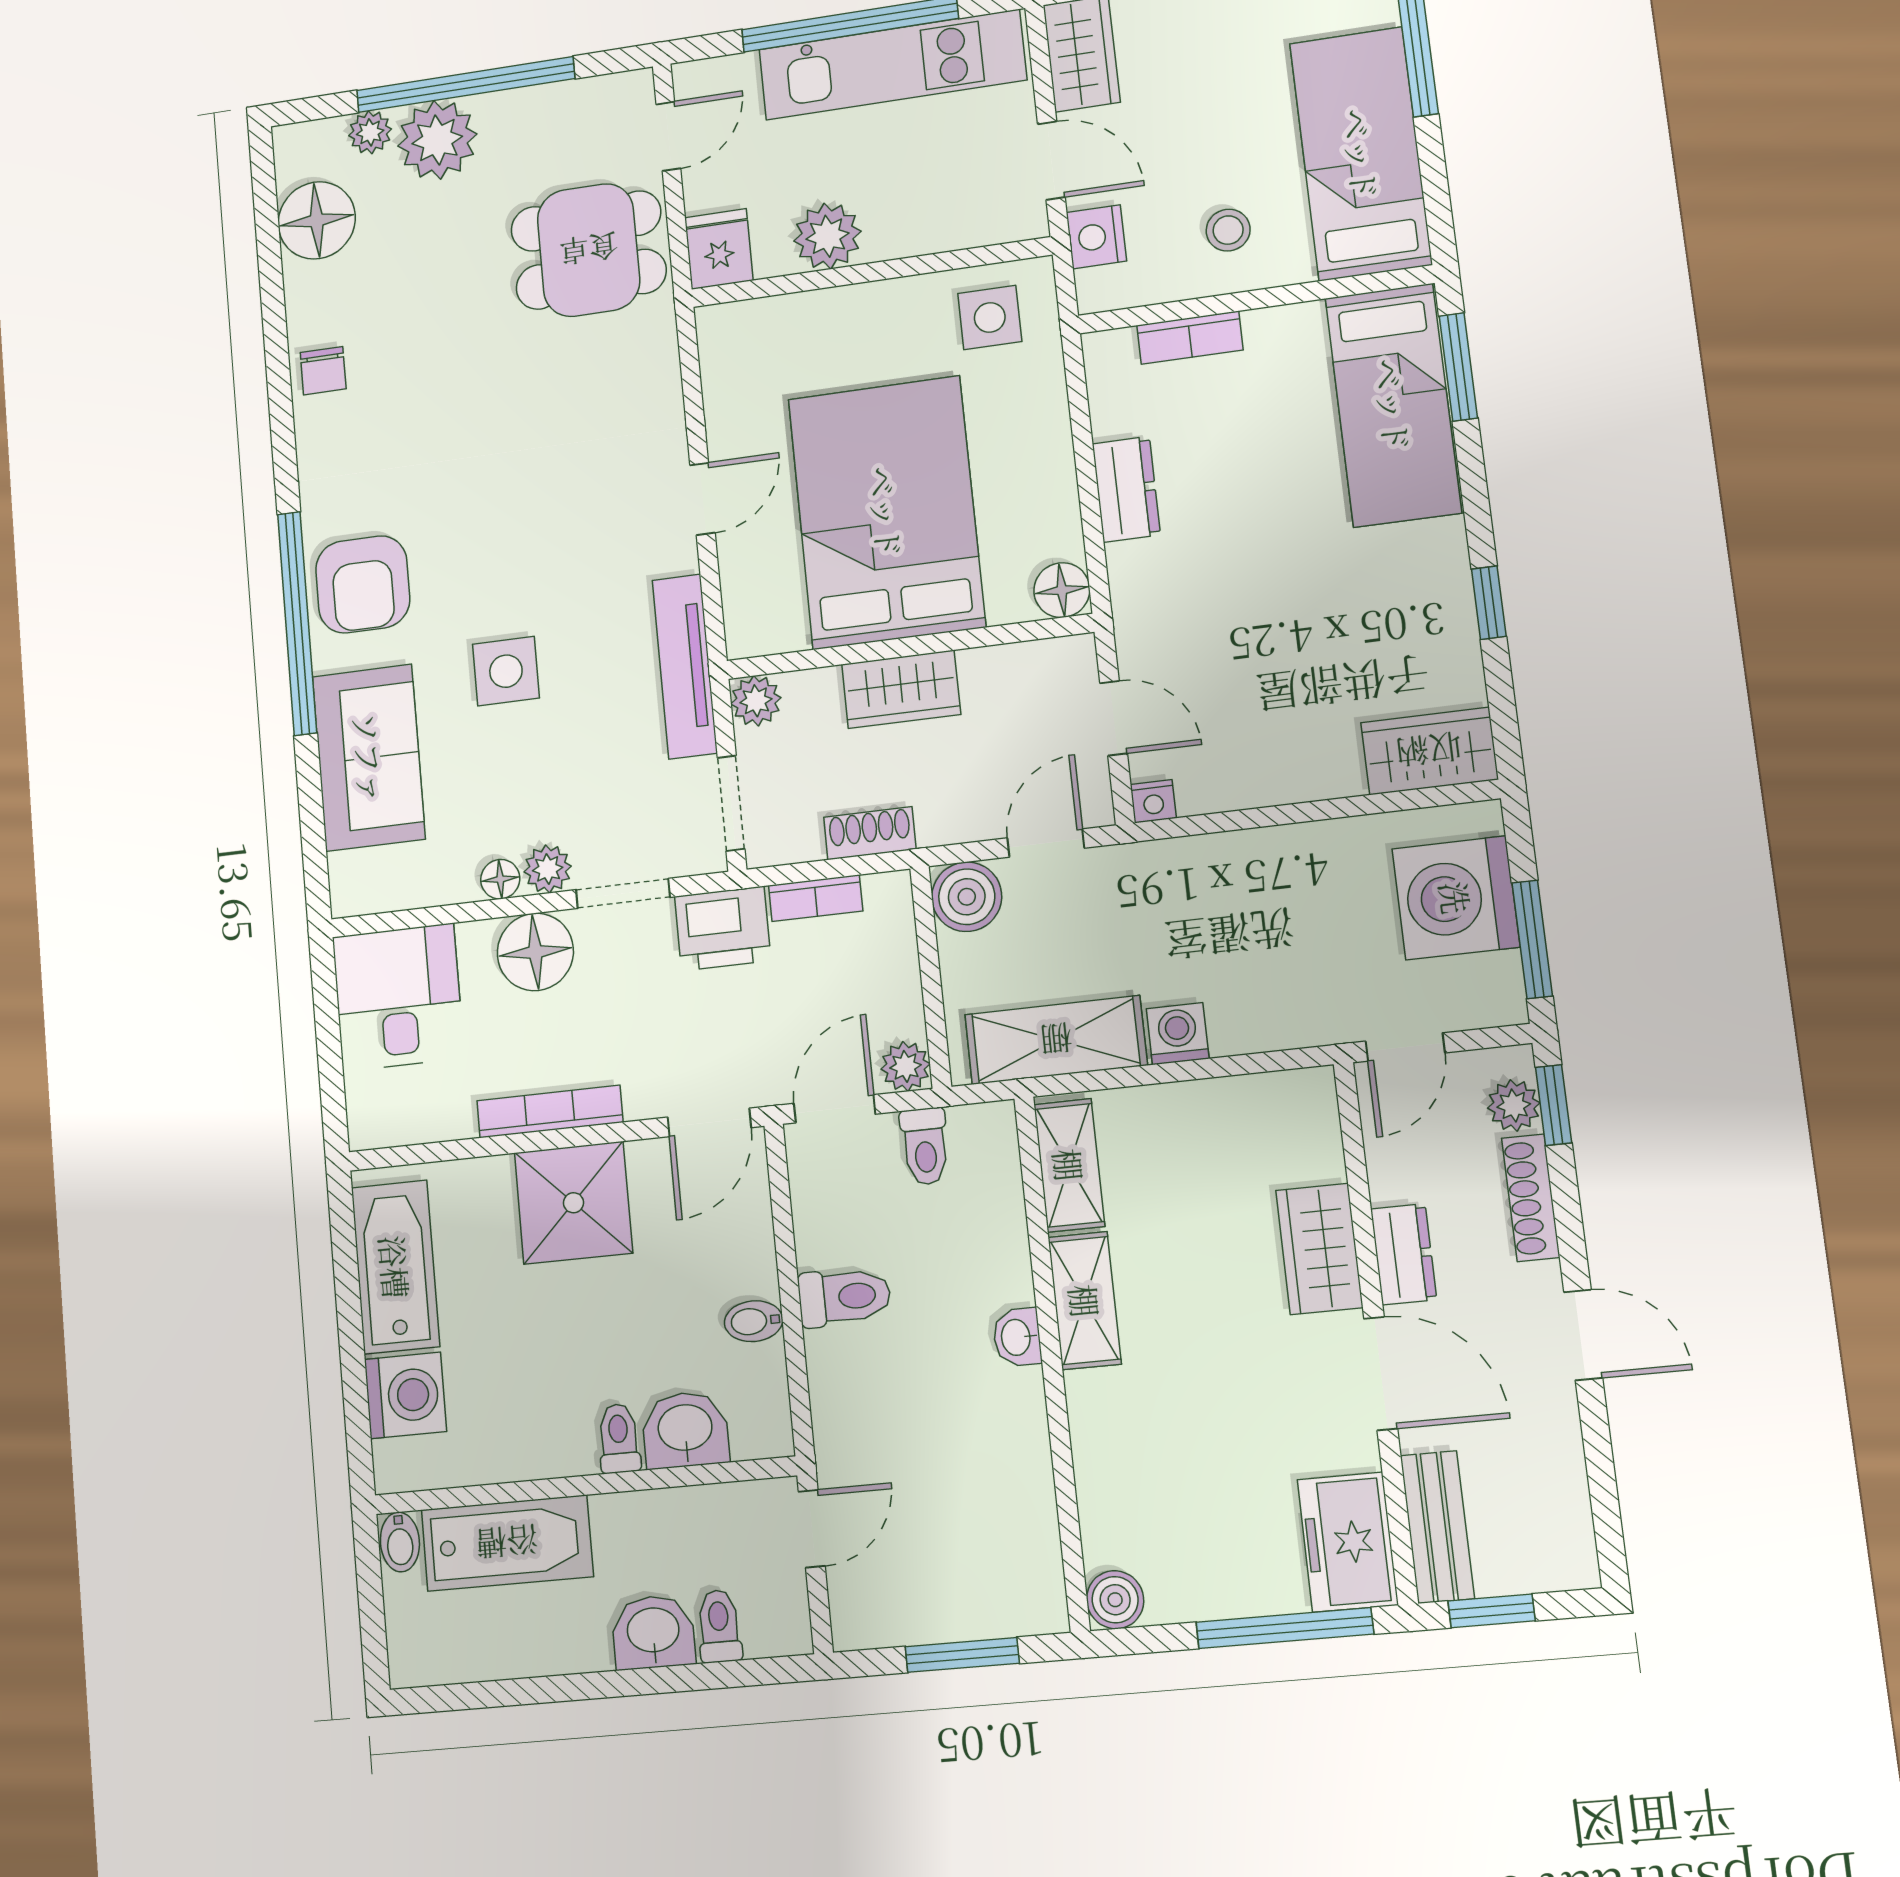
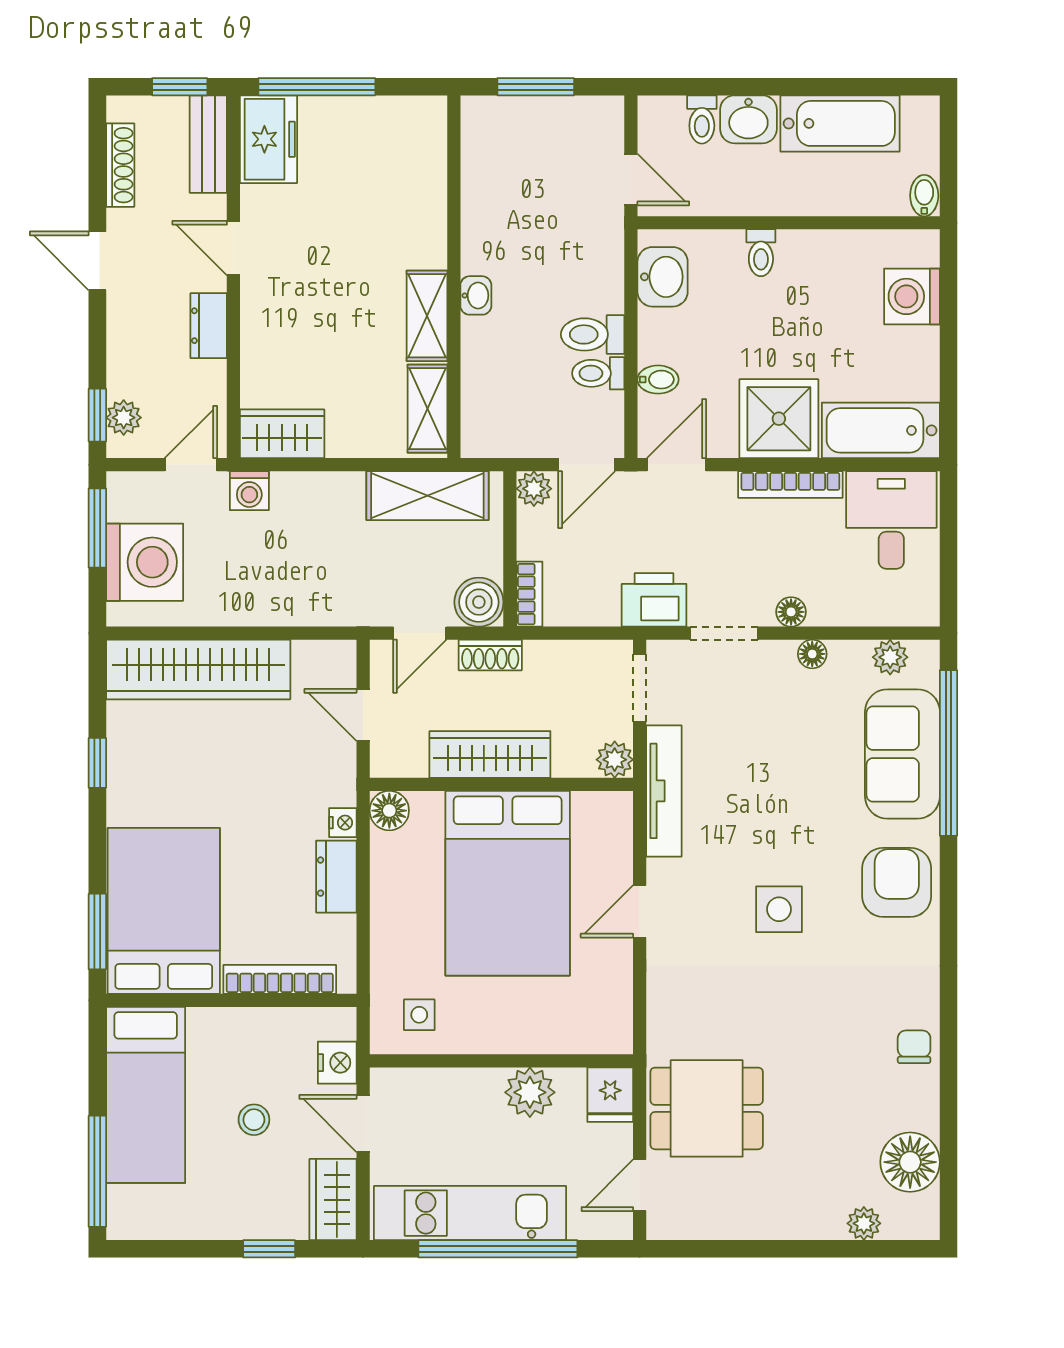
window: (465, 85) -> (788, 1249), removed
plant: (437, 140) -> (813, 1210), removed
stool: (1228, 230) -> (254, 1120), moved
side table: (990, 317) -> (419, 1015), width x0.73, depth x0.73
bookcase: (1190, 338) -> (280, 979), width x1.56
bed: (1393, 405) -> (164, 911), width x1.50
window: (297, 623) -> (948, 753), moved
side table: (506, 671) -> (779, 909), moved
wardrobe: (901, 689) -> (490, 754), width x1.50
wardrobe: (1429, 751) -> (198, 669), width x2.10, depth x1.17
nightstand: (1153, 801) -> (343, 823), moved, turned 90
shoe rack: (870, 833) -> (490, 655), moved
plant: (548, 869) -> (890, 657), moved
bookcase: (816, 898) -> (529, 594), moved, turned 90
floor lamp: (535, 952) -> (791, 612), width x0.53, depth x0.53
desk: (398, 997) -> (891, 520), moved, turned 180
washing machine: (1178, 1034) -> (249, 491), moved
toilet: (925, 1146) -> (598, 373), moved, turned -90
shoe rack: (1531, 1198) -> (120, 165), moved
wardrobe: (1319, 1249) -> (282, 434), moved, turned -90
bathtub: (395, 1267) -> (881, 430), moved, turned 90
bidet: (754, 1321) -> (658, 380), moved
door: (1381, 1373) -> (233, 248), width x0.73
washbasin: (685, 1430) -> (663, 277), moved, turned -90
door: (812, 1529) -> (631, 179), swing flipped
bathtub: (507, 1543) -> (840, 123), moved, turned 180
boiler: (1115, 1600) -> (428, 115), removed

